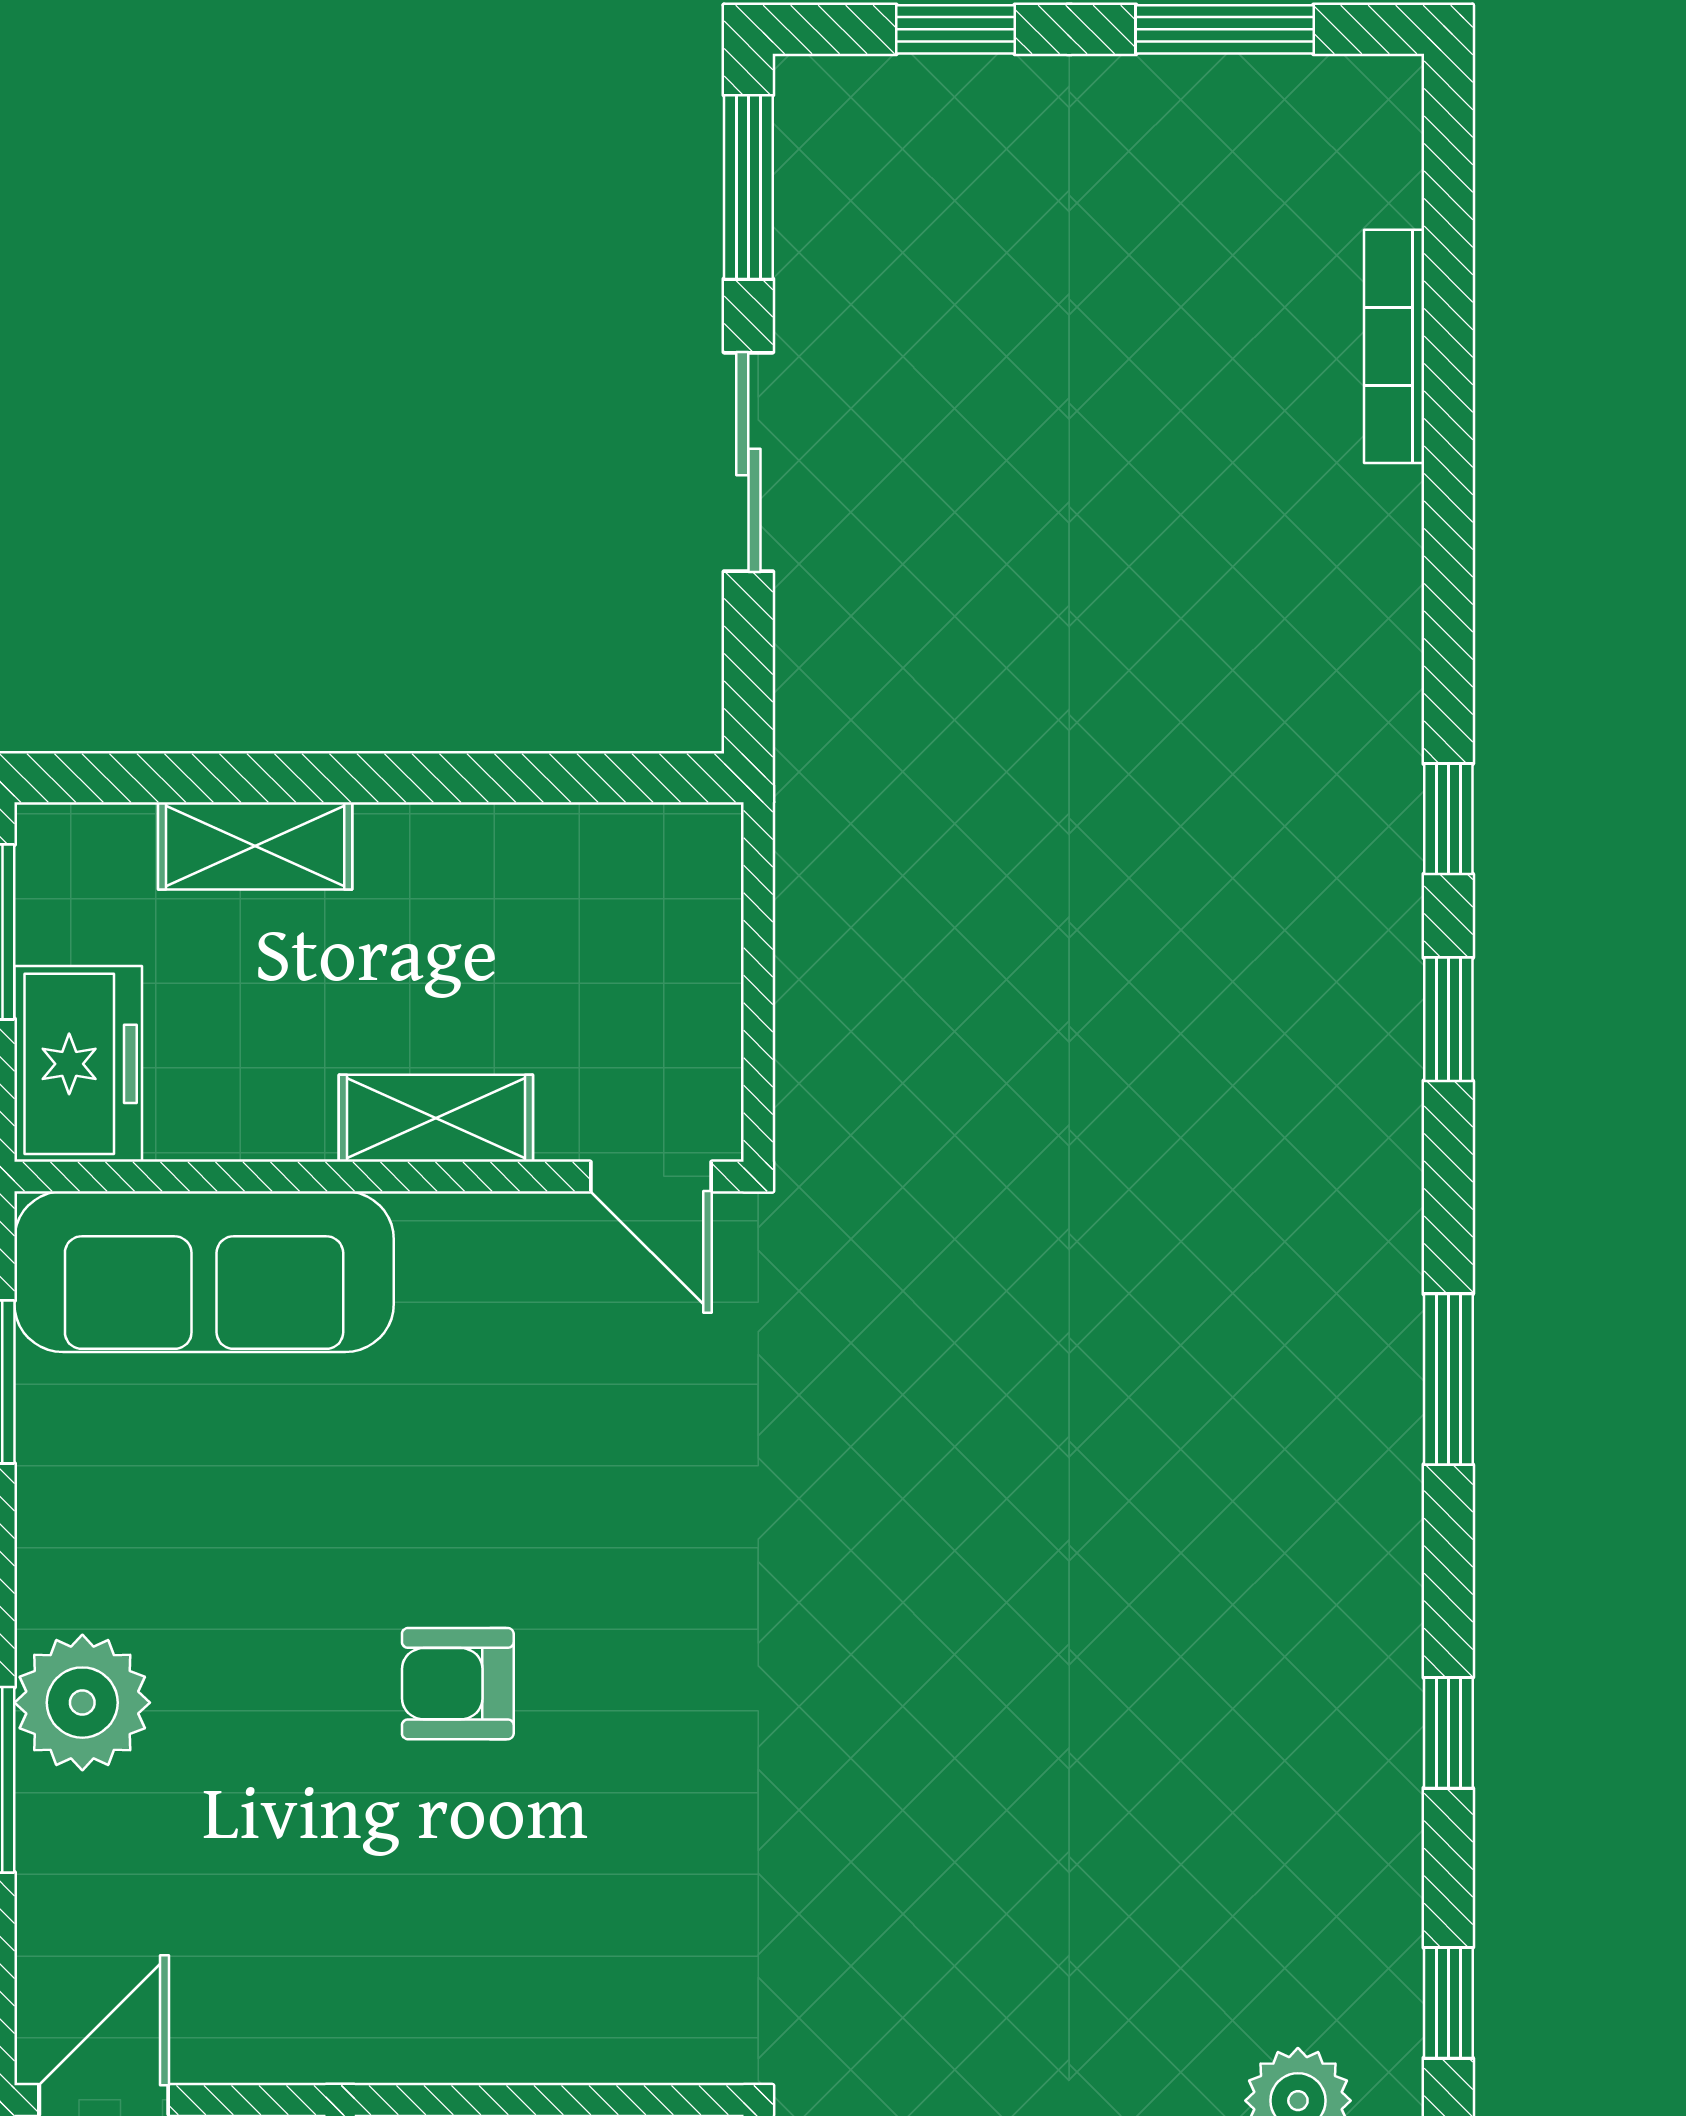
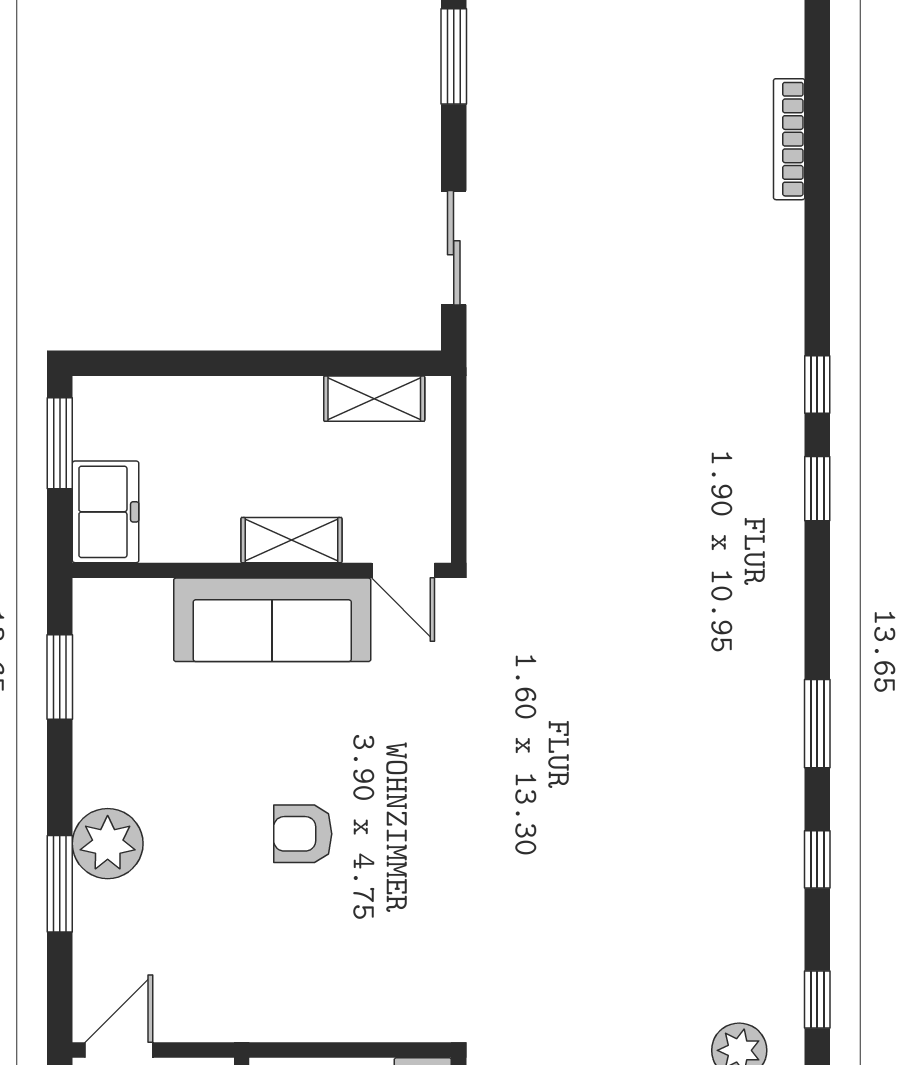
sliding door: (748, 462) -> (454, 248), moved
shelving: (255, 846) -> (374, 399), moved
sofa: (204, 1272) -> (272, 620), moved
window: (1448, 1379) -> (817, 724), moved

